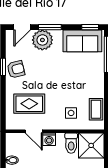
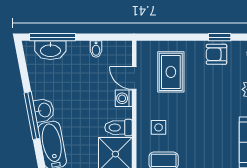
armchair: (16, 69) -> (216, 54), turned 104
door: (34, 131) -> (134, 78), hinge flipped

